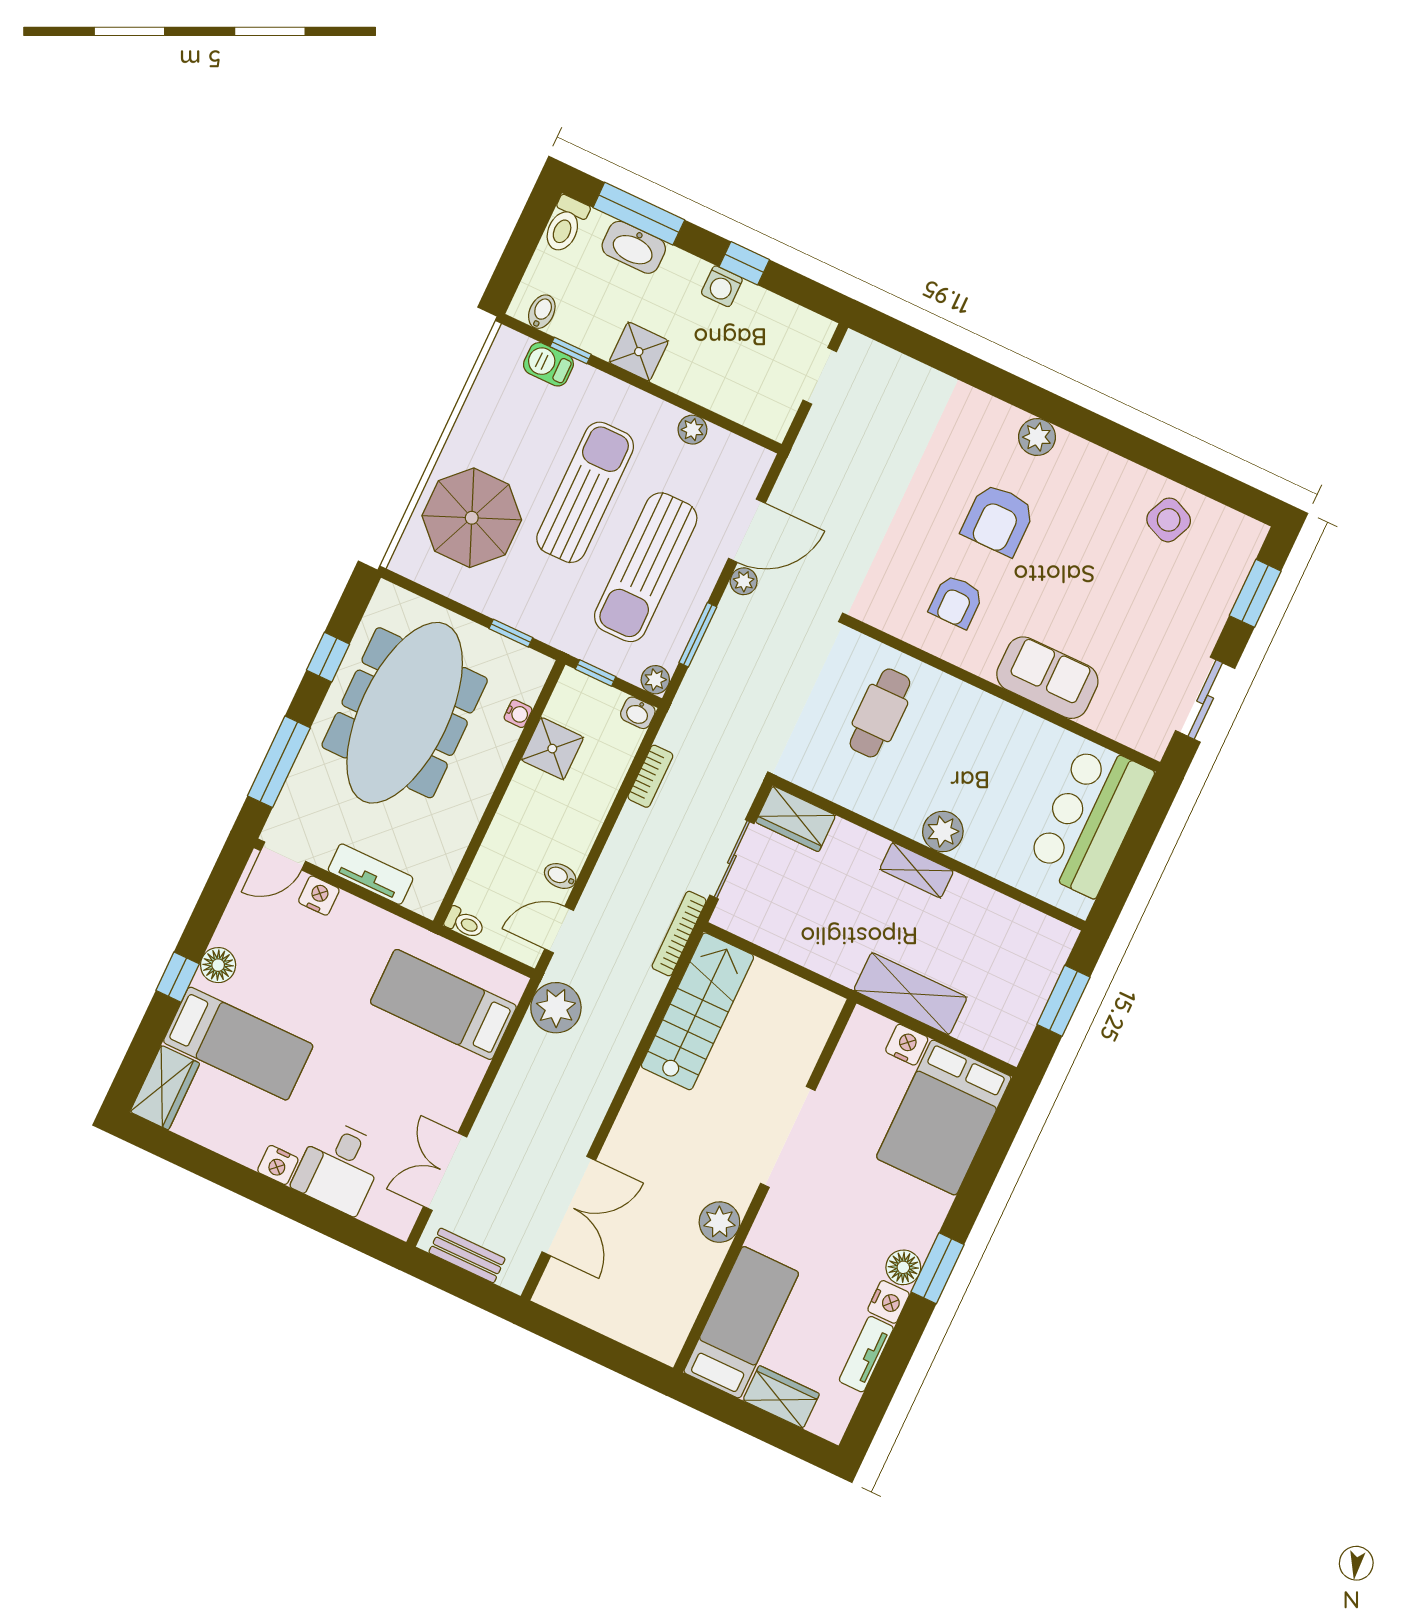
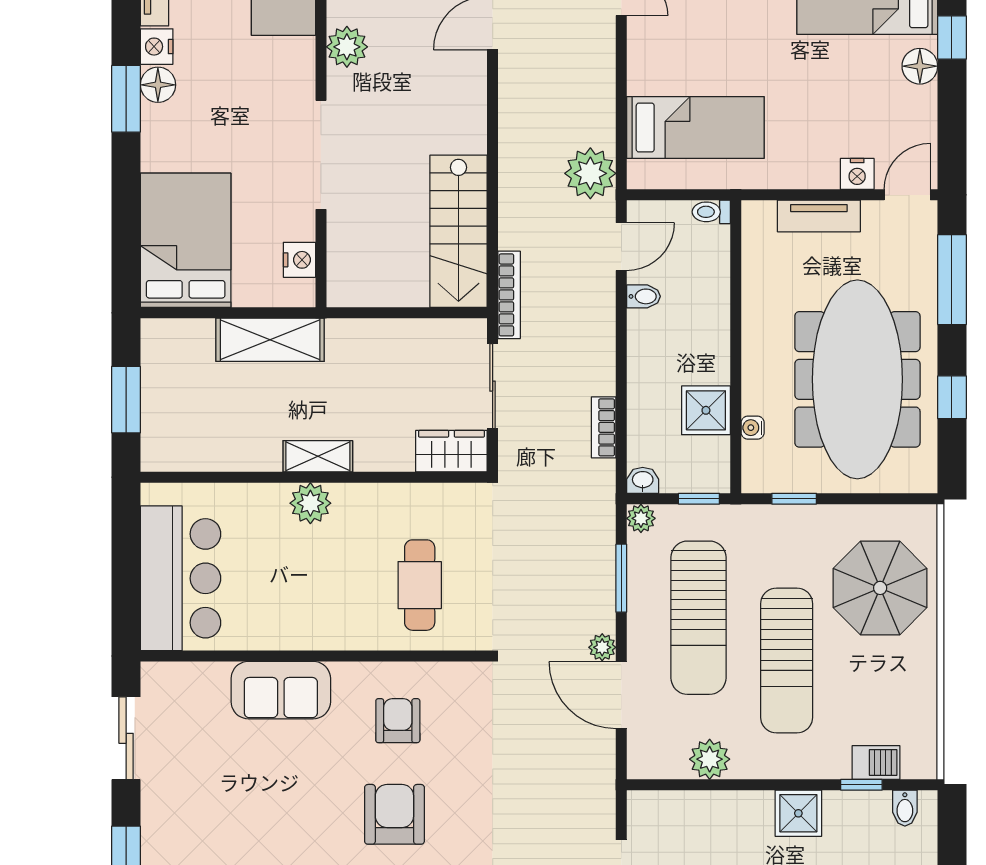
plant: (692, 430) -> (710, 759), width x1.38, depth x1.38
door: (747, 531) -> (621, 695), hinge flipped
sun lounger: (646, 567) -> (698, 618), turned 180
nightstand: (907, 1045) -> (299, 260), moved, turned -90

